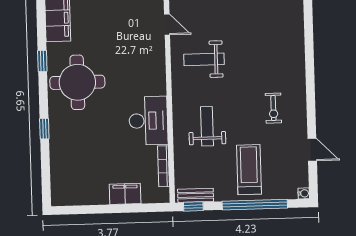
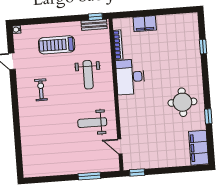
weight bench: (204, 59) -> (92, 123), turned 180
round table: (77, 82) -> (182, 102), width x0.73, depth x0.73
window: (44, 129) -> (203, 47), moved
treadmill: (249, 170) -> (57, 45), turned 90
window: (255, 205) -> (51, 20), removed

